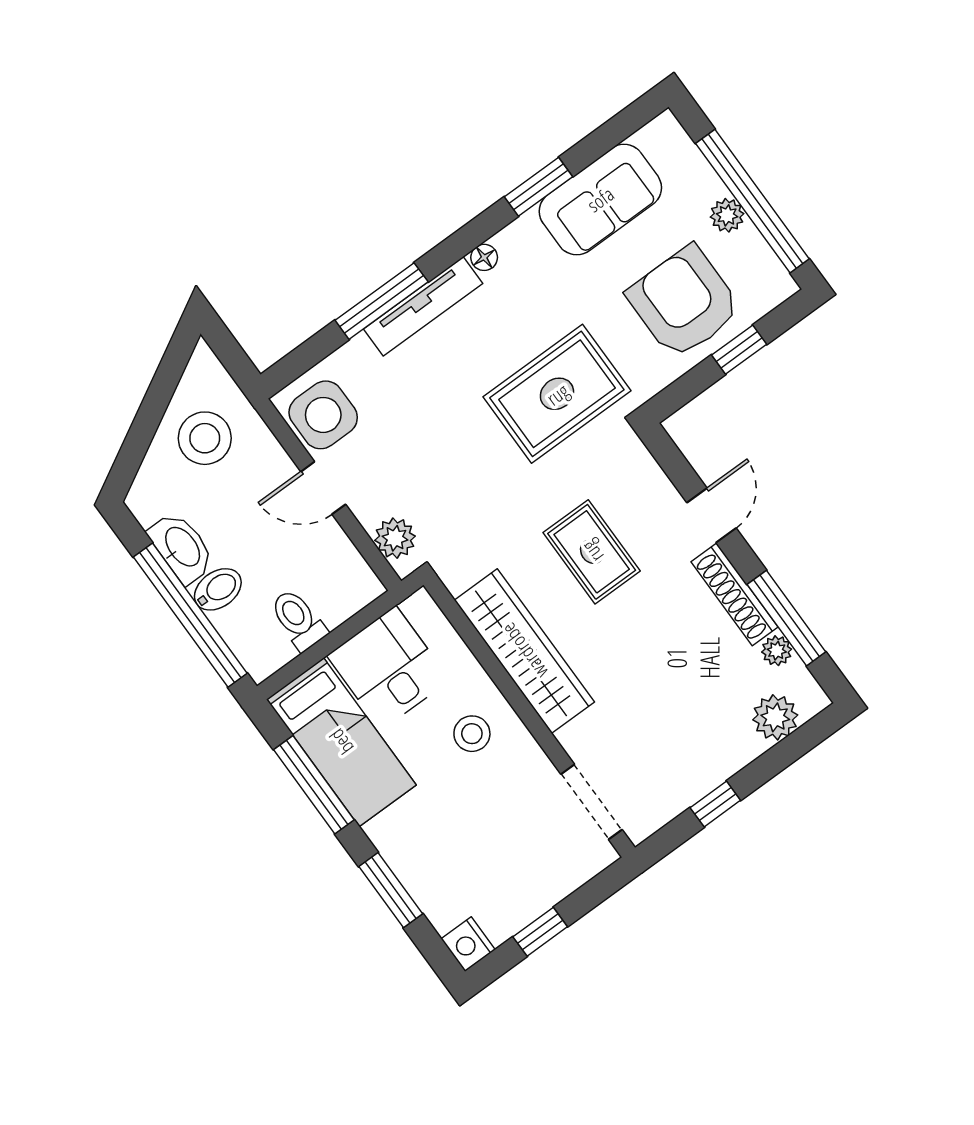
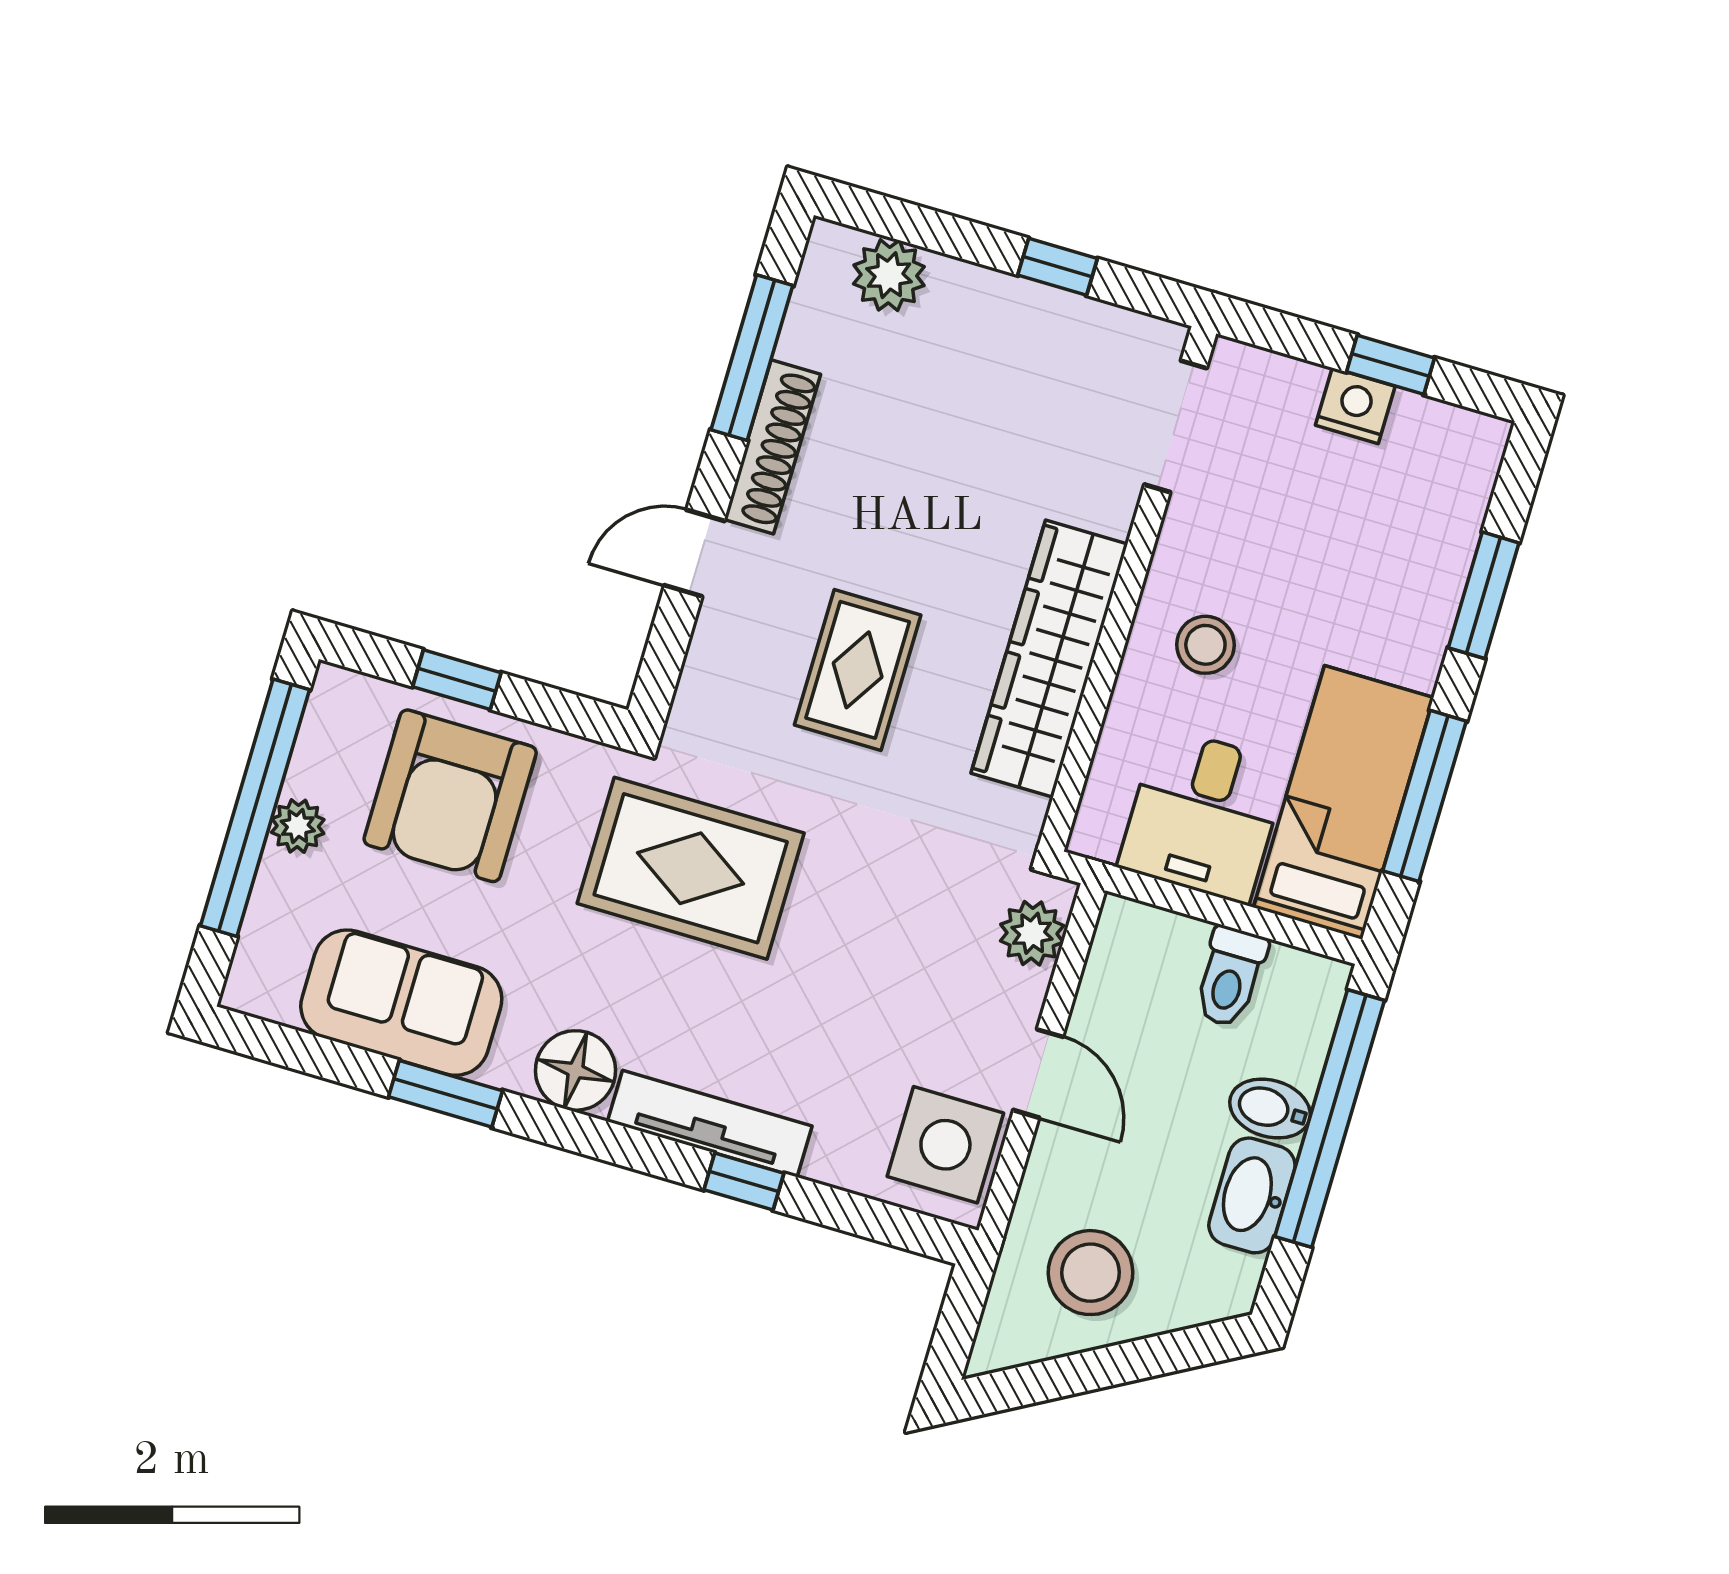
floor lamp: (484, 257) -> (576, 1070), width x1.89, depth x1.89
window: (382, 301) -> (744, 1182), width x0.46
plant: (777, 651) -> (803, 338), removed
nightstand: (468, 944) -> (1355, 406), moved, turned -90

